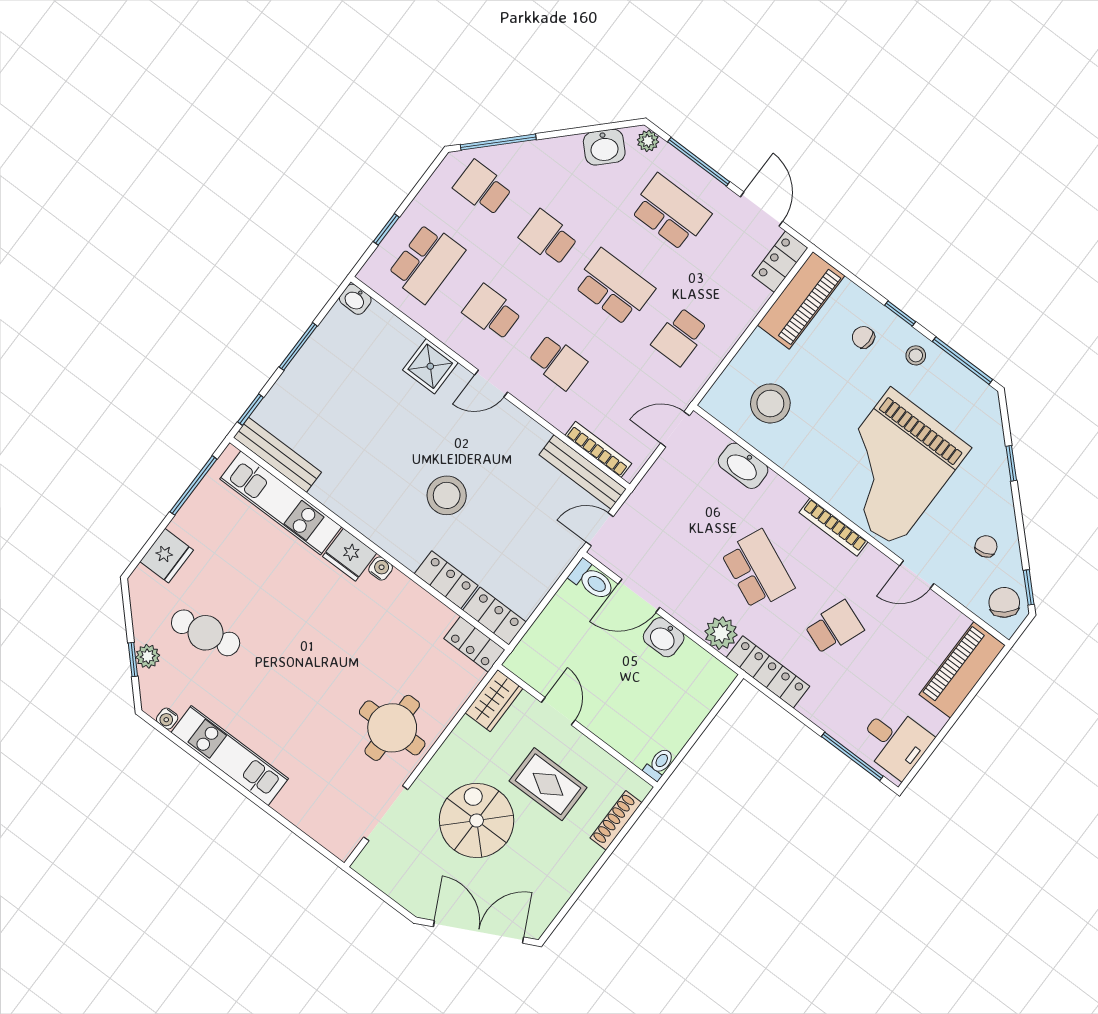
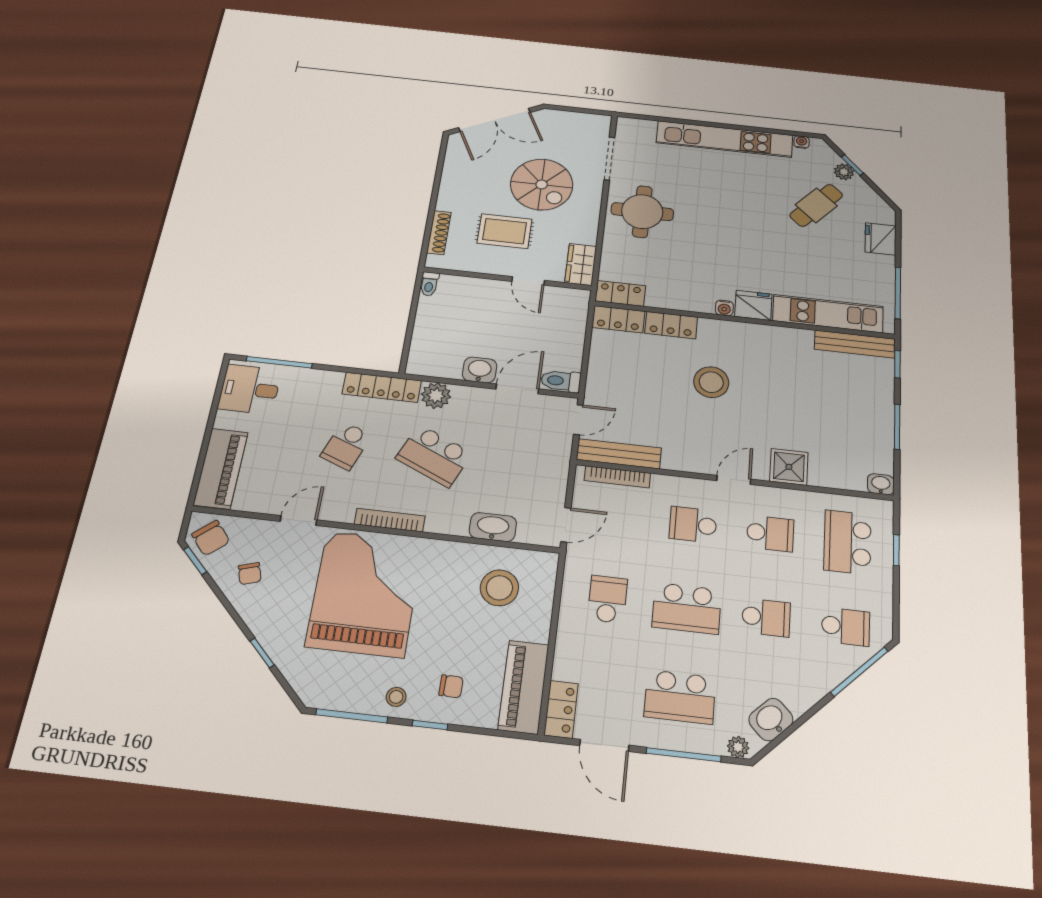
cafe table: (206, 633) -> (816, 205), turned -37
kitchen unit: (230, 756) -> (725, 139), width x1.36

